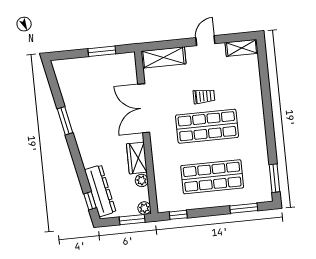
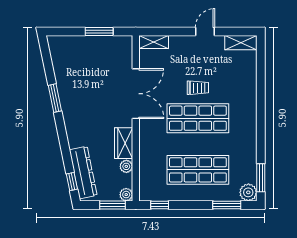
shelving: (163, 57) -> (154, 42), width x0.67, depth x0.75
double door: (144, 108) -> (136, 94), swing flipped
plant: (264, 194) -> (248, 192), added

